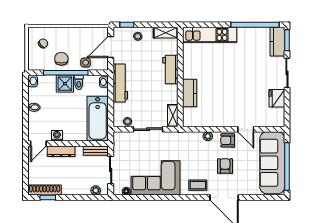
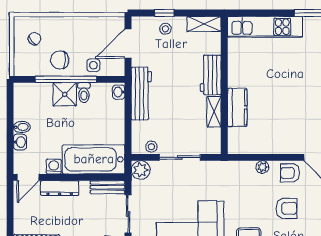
window: (127, 25) -> (164, 13), moved
chair: (61, 59) -> (60, 60), turned -90
washbasin: (33, 81) -> (20, 142), moved
shelving: (173, 116) -> (214, 112), moved
bathtub: (98, 119) -> (94, 159), moved, turned 90
plant: (120, 138) -> (141, 170), added
armchair: (225, 166) -> (286, 208), turned 90

